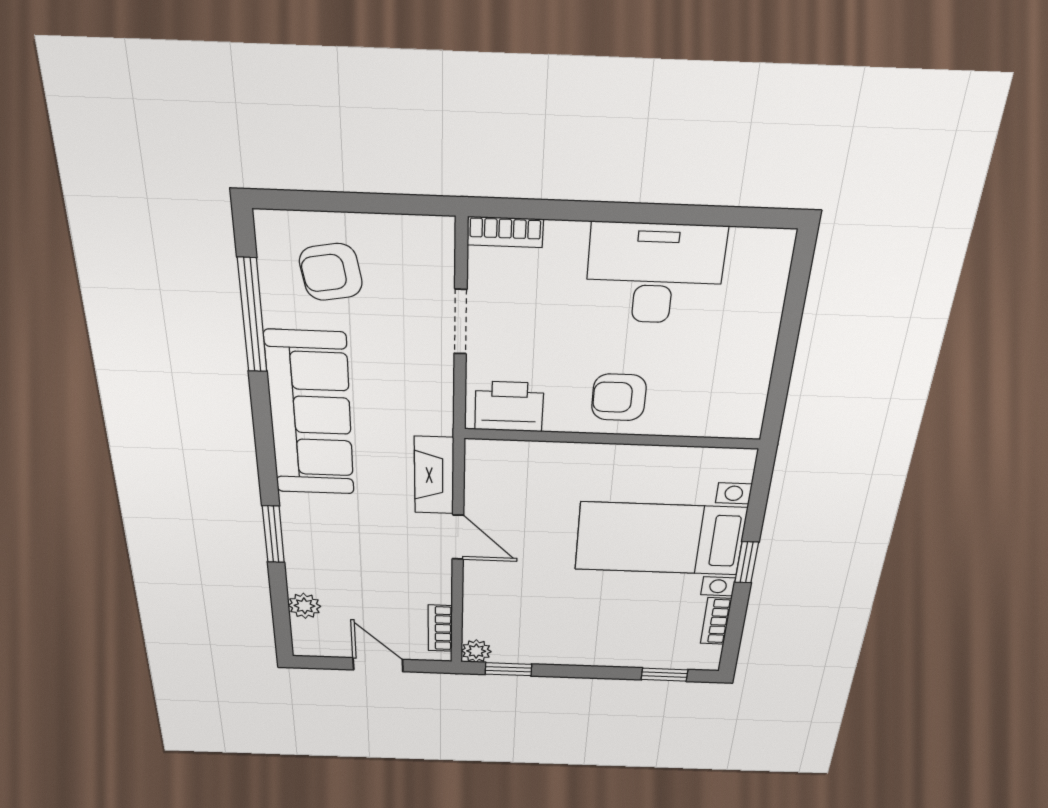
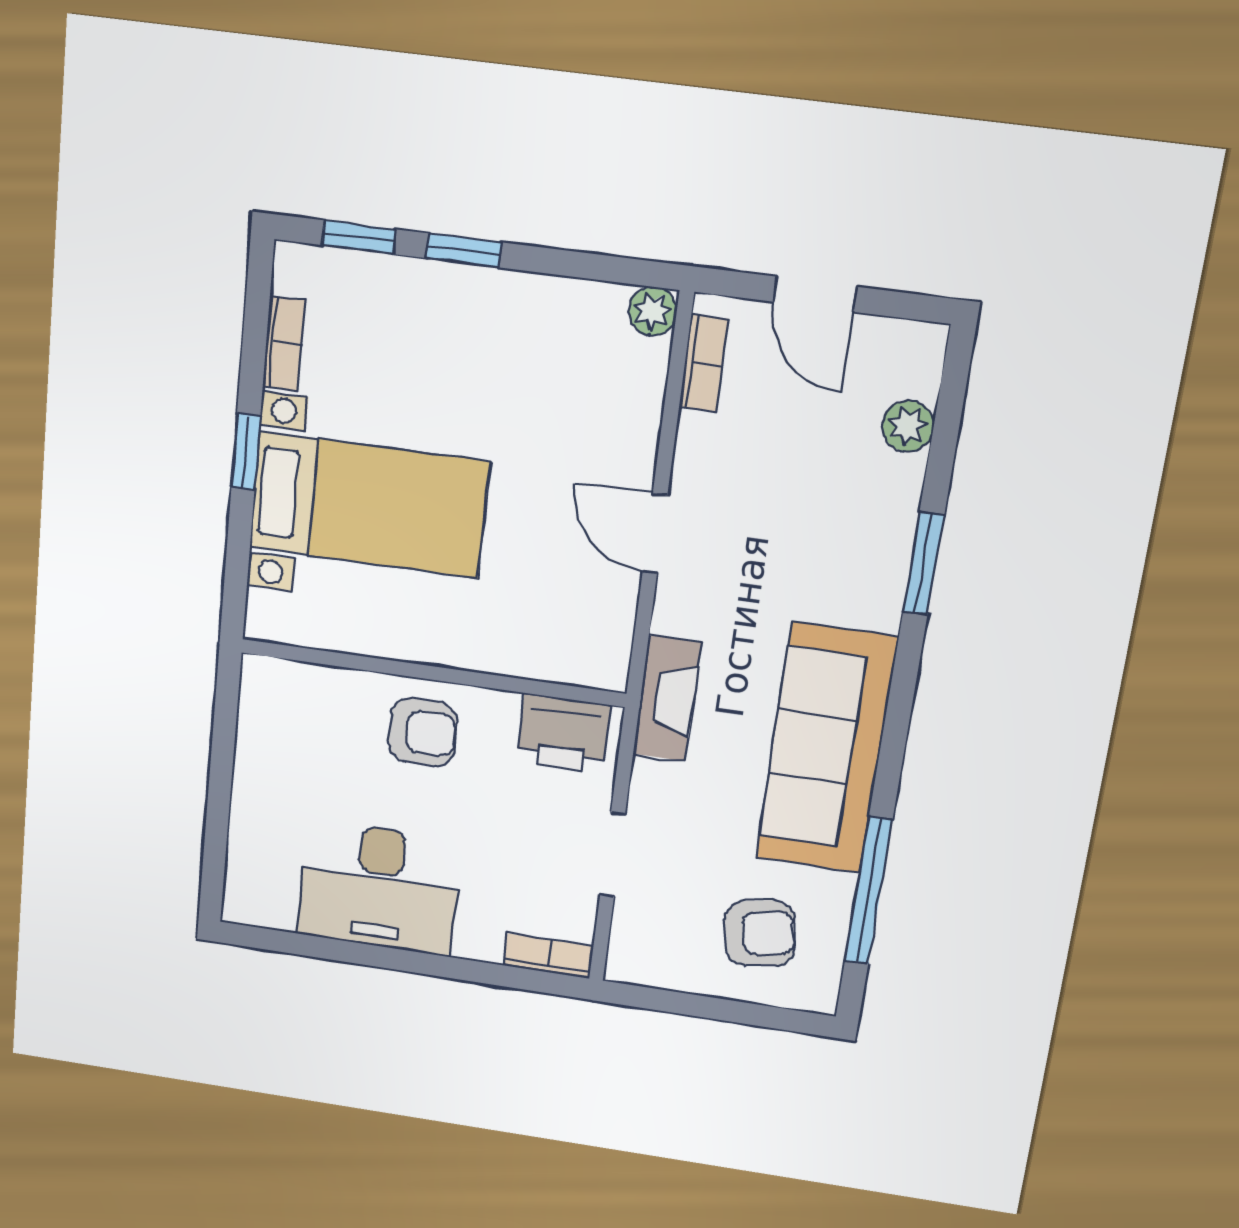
fireplace: (434, 475) -> (667, 698), moved
window: (508, 669) -> (464, 250), moved

